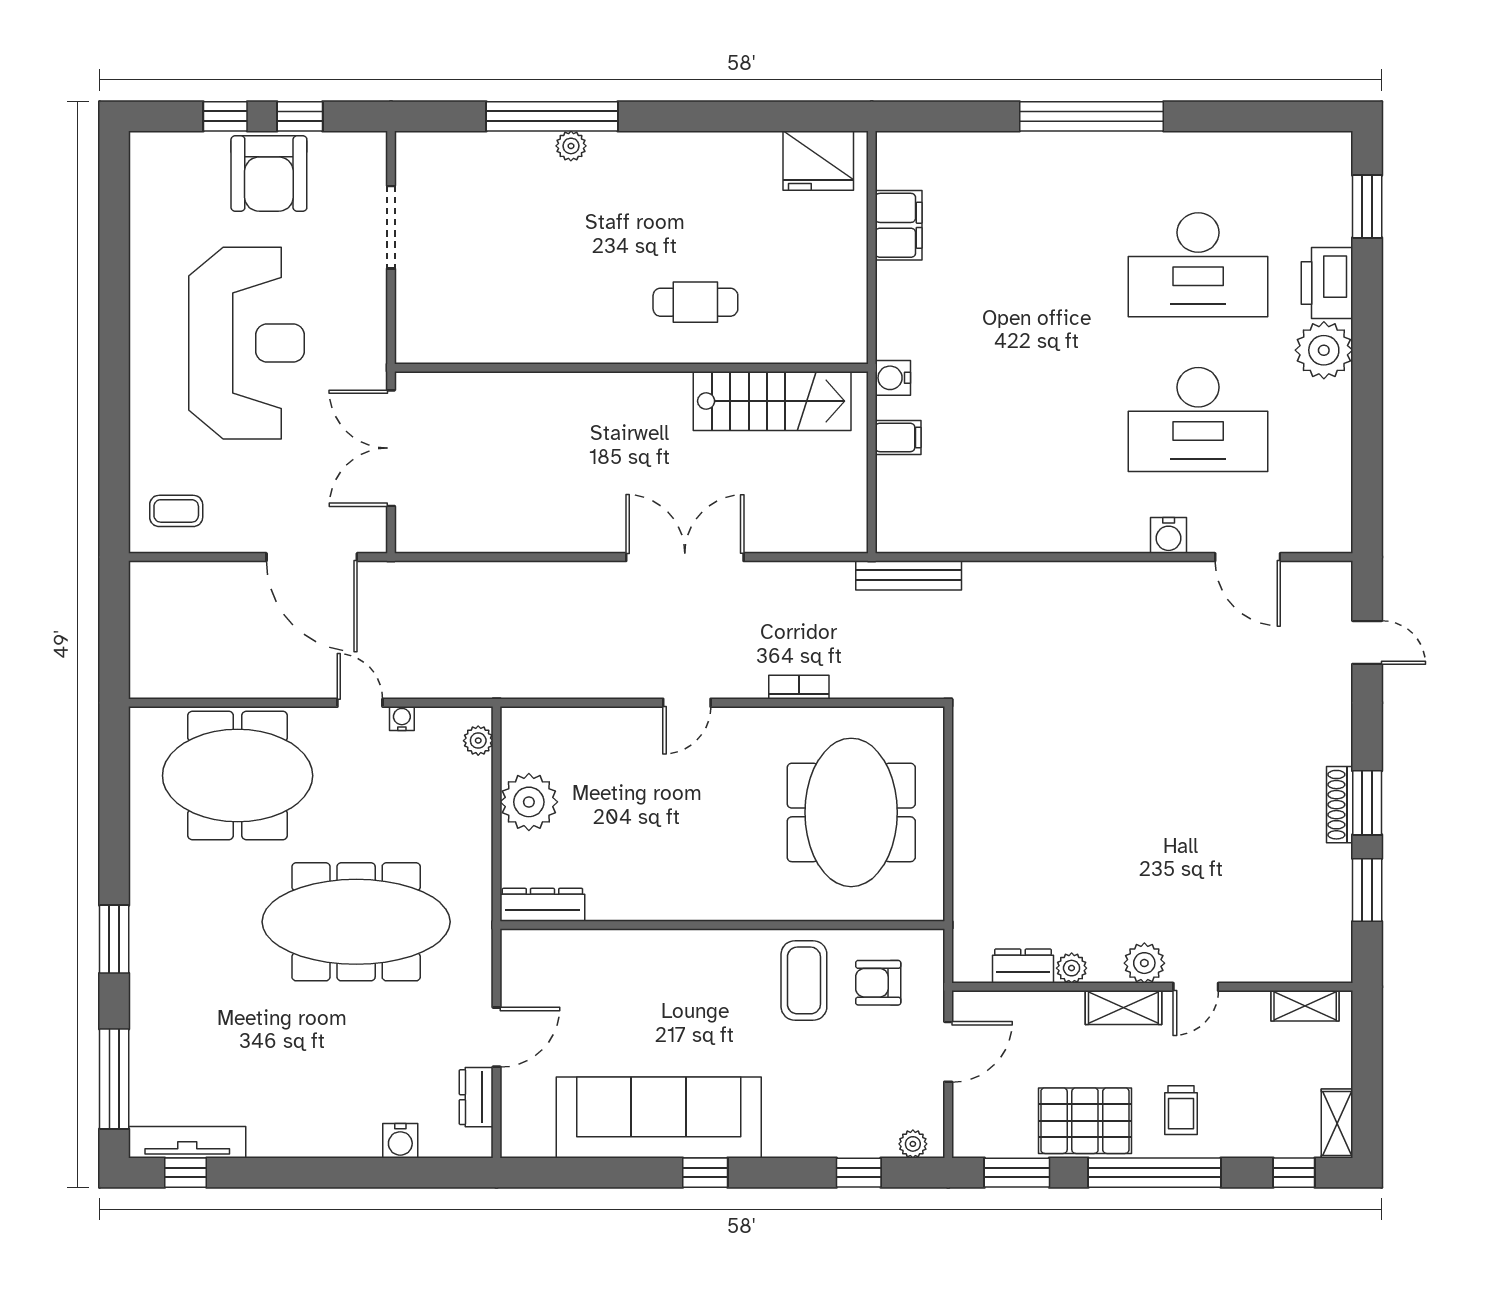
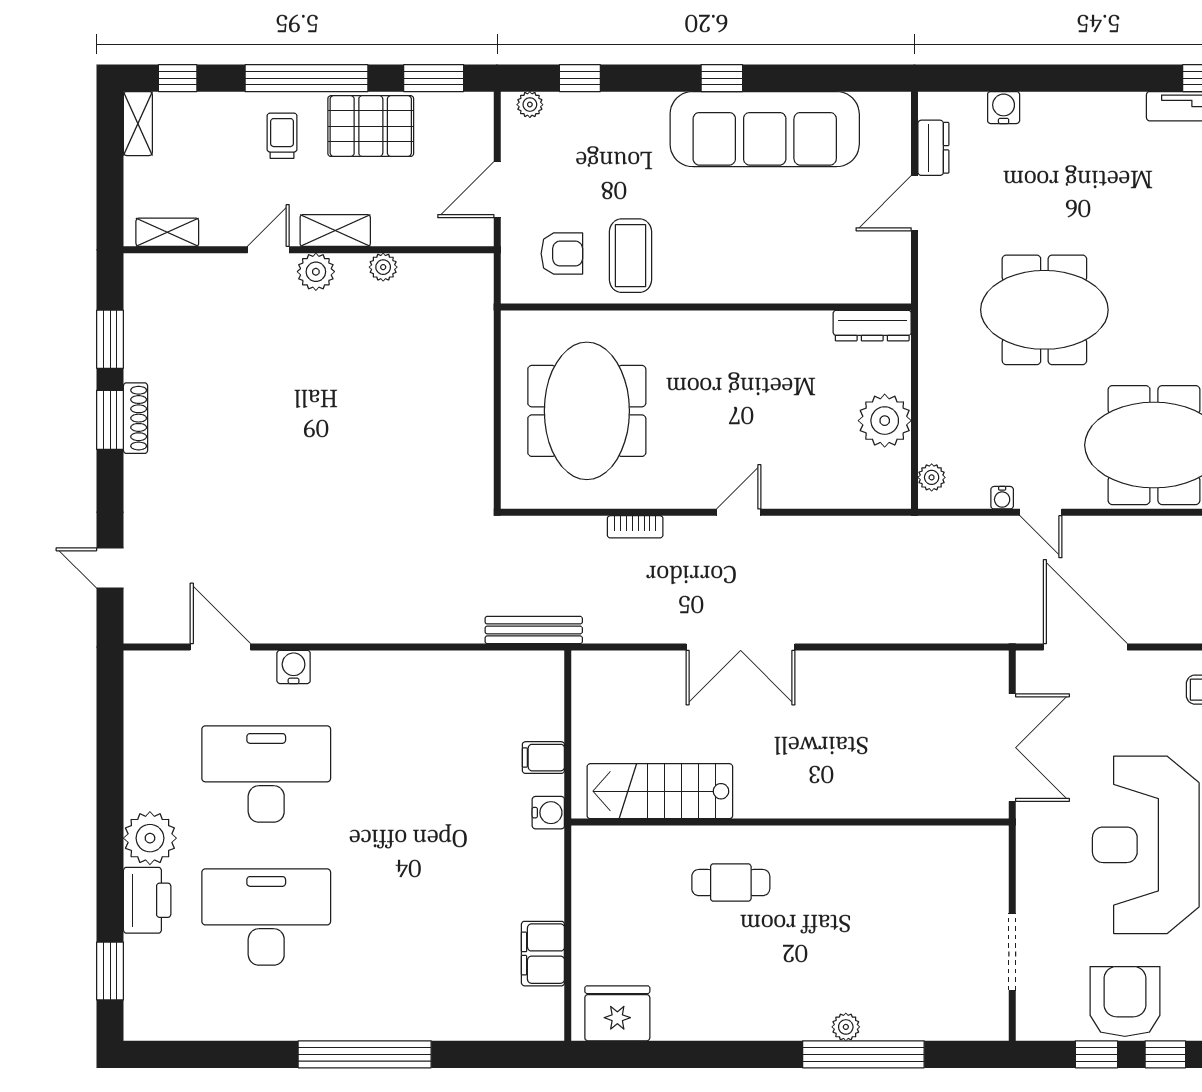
meeting table: (356, 922) -> (1044, 310), width x0.73
dresser: (1023, 966) -> (428, 269), removed

